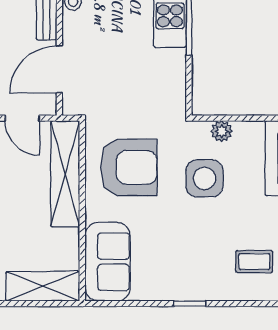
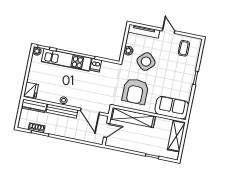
dishwasher: (172, 61) -> (96, 65), added
armchair: (129, 167) -> (135, 91), turned 180
side table: (204, 178) -> (146, 62), turned 45

